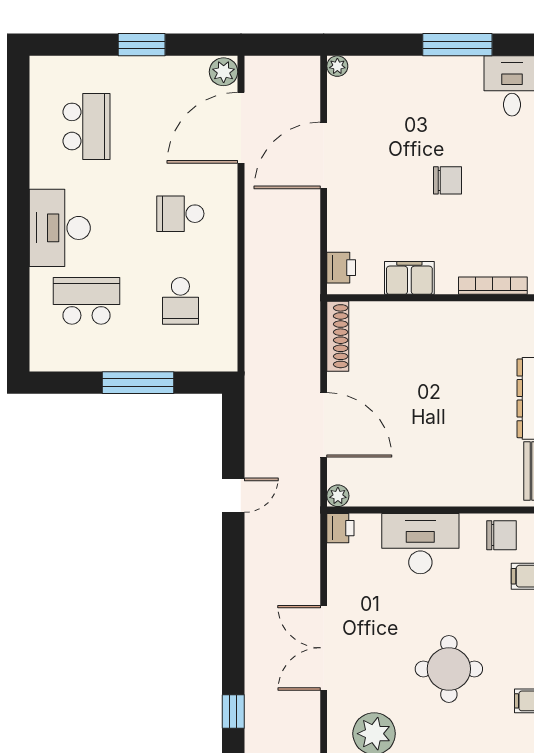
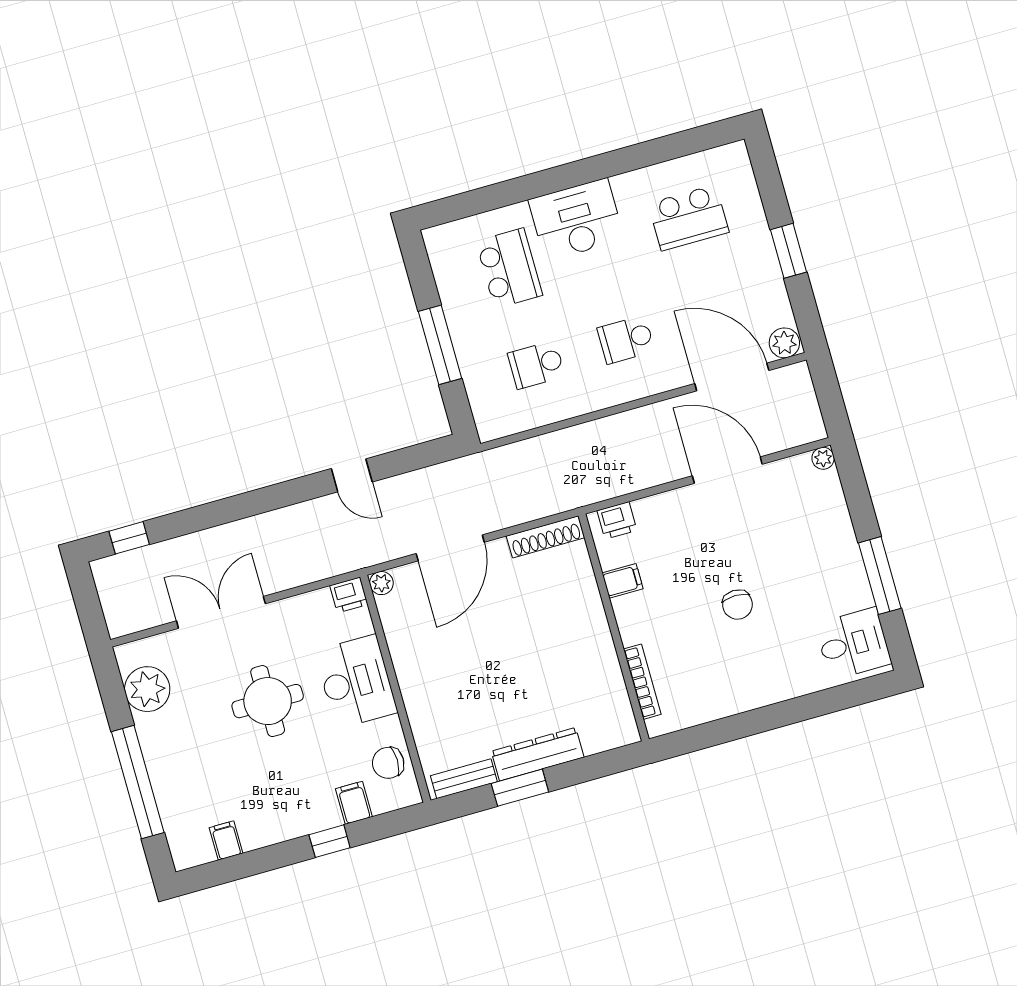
school desk: (180, 214) -> (626, 340), turned -90
filing cabinet: (409, 278) -> (623, 581), width x0.50
chair: (502, 535) -> (388, 763), turned 90
round table: (449, 669) -> (268, 701), moved

